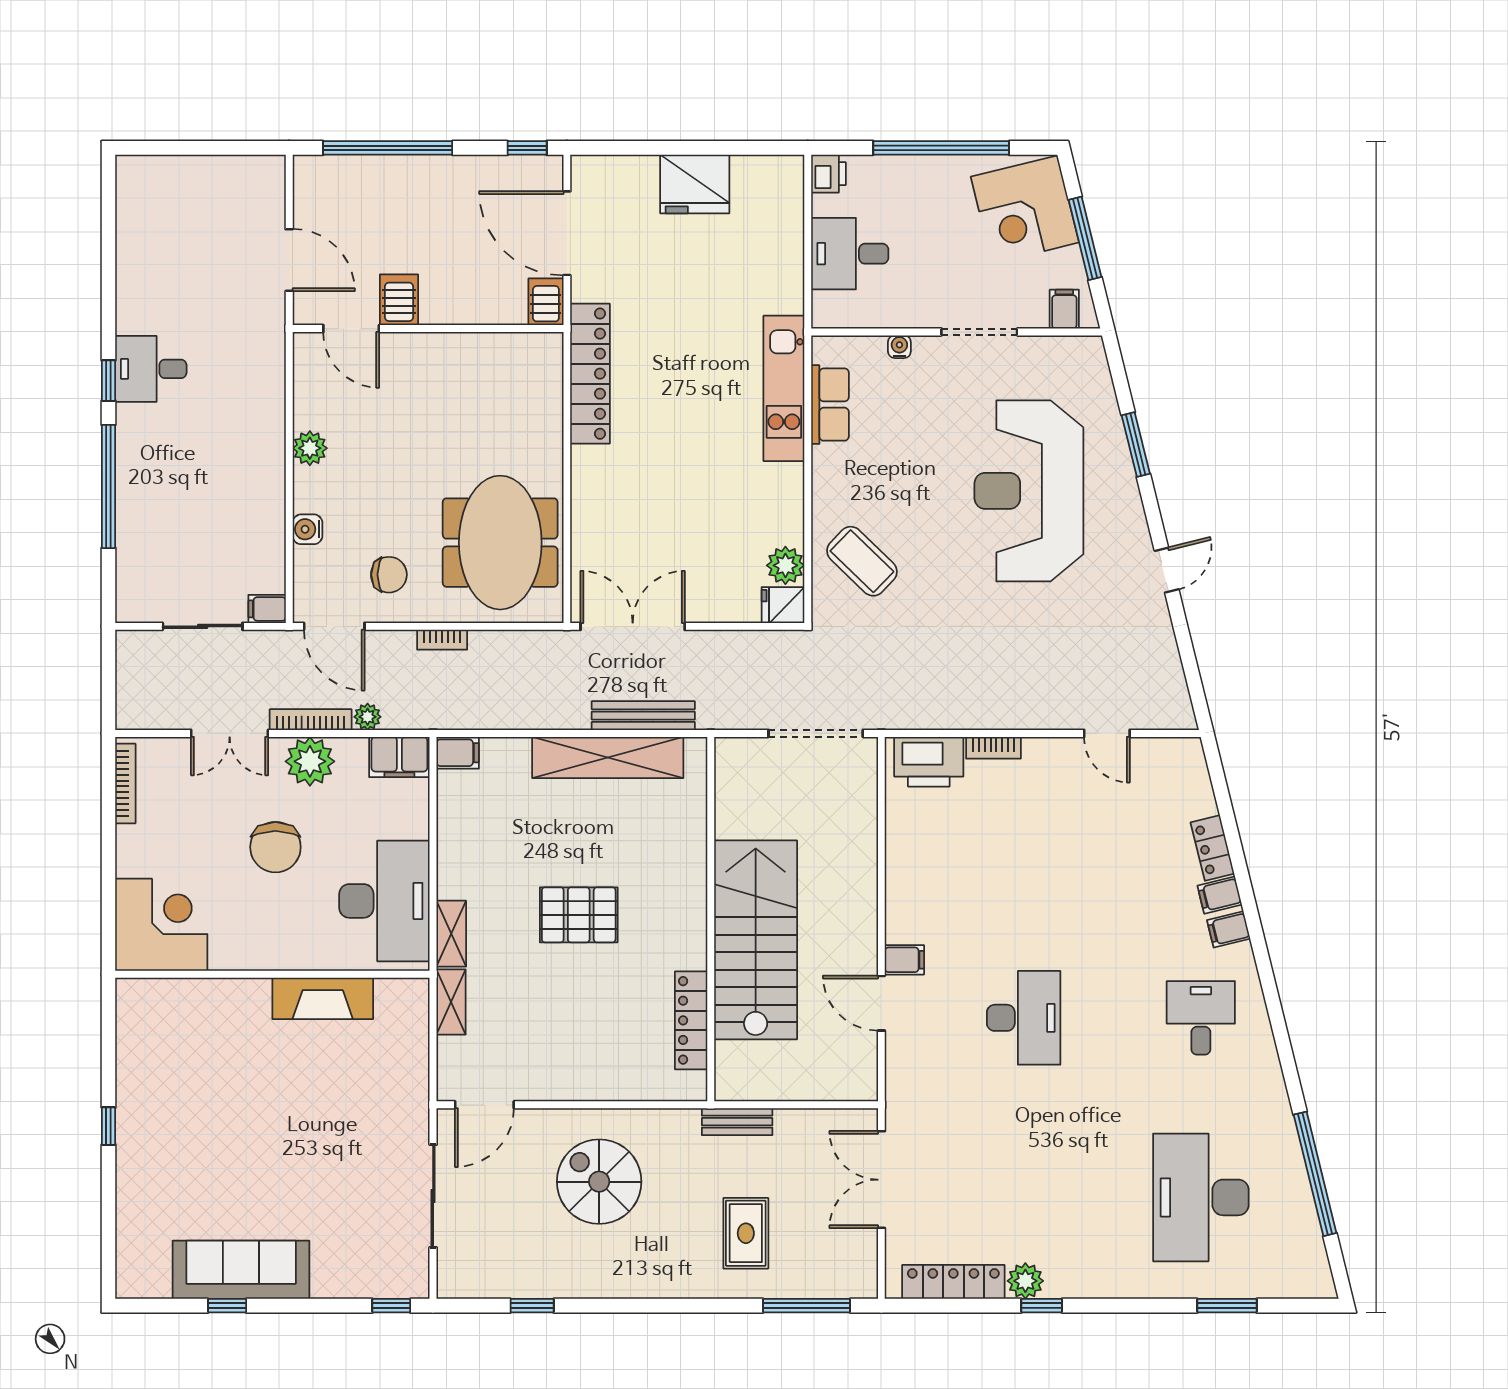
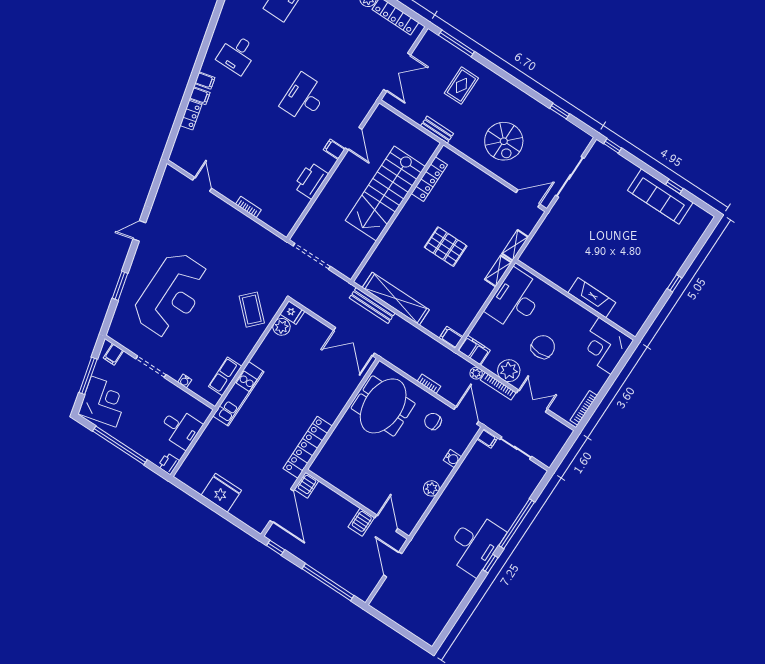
desk: (151, 369) -> (475, 544), width x1.87, depth x1.30
printer: (929, 762) -> (311, 181), moved, turned -90
fireplace: (323, 998) -> (592, 298), moved

